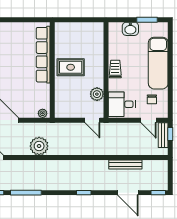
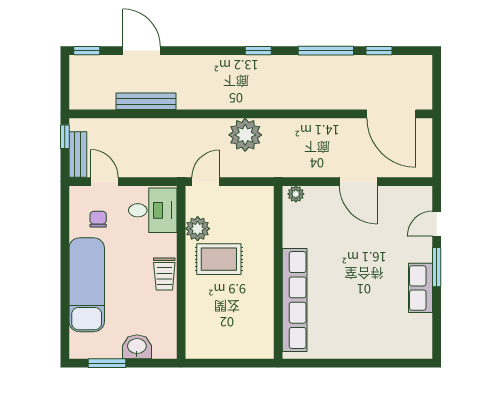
rug: (71, 67) -> (219, 259), moved
door: (92, 120) -> (206, 182), hinge flipped
window: (170, 134) -> (65, 137), moved
plant: (39, 146) -> (245, 135), moved
window: (84, 193) -> (258, 51), moved

